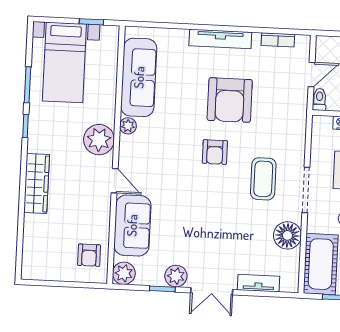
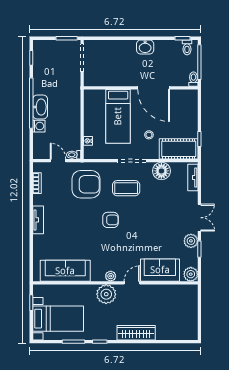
tv unit: (220, 39) -> (38, 220), width x0.71
armchair: (230, 100) -> (86, 184), moved
plant: (128, 126) -> (111, 276), moved
armchair: (89, 255) -> (180, 297), removed
tv unit: (259, 283) -> (193, 177), moved

